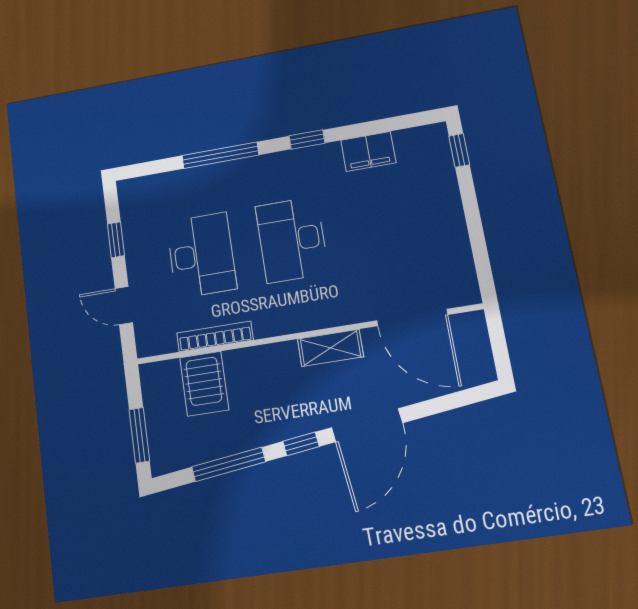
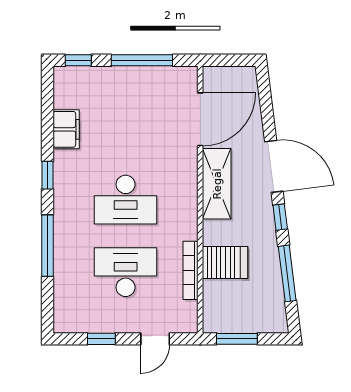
window: (475, 230) -> (142, 60), added
shelving: (330, 348) -> (217, 184), width x1.50, depth x1.33
server rack: (204, 384) -> (225, 262), moved
window: (139, 435) -> (237, 339), moved

